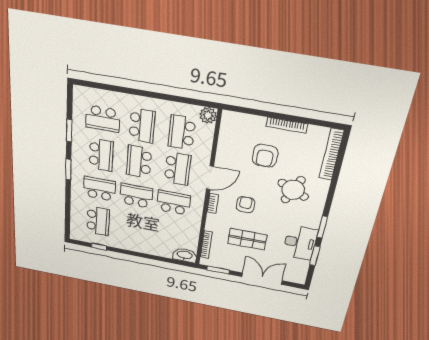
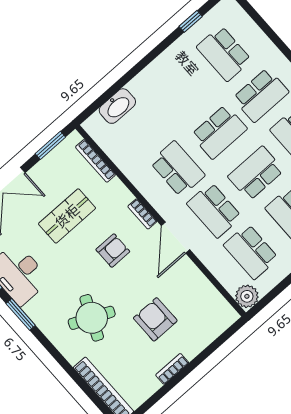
bookcase: (287, 125) -> (172, 369), width x0.64
school desk: (182, 132) -> (251, 252), turned 180
school desk: (139, 162) -> (256, 173), turned -90
school desk: (174, 203) -> (177, 169), turned -90
armchair: (246, 205) -> (113, 251), turned -90
washbasin: (185, 255) -> (117, 106), moved

